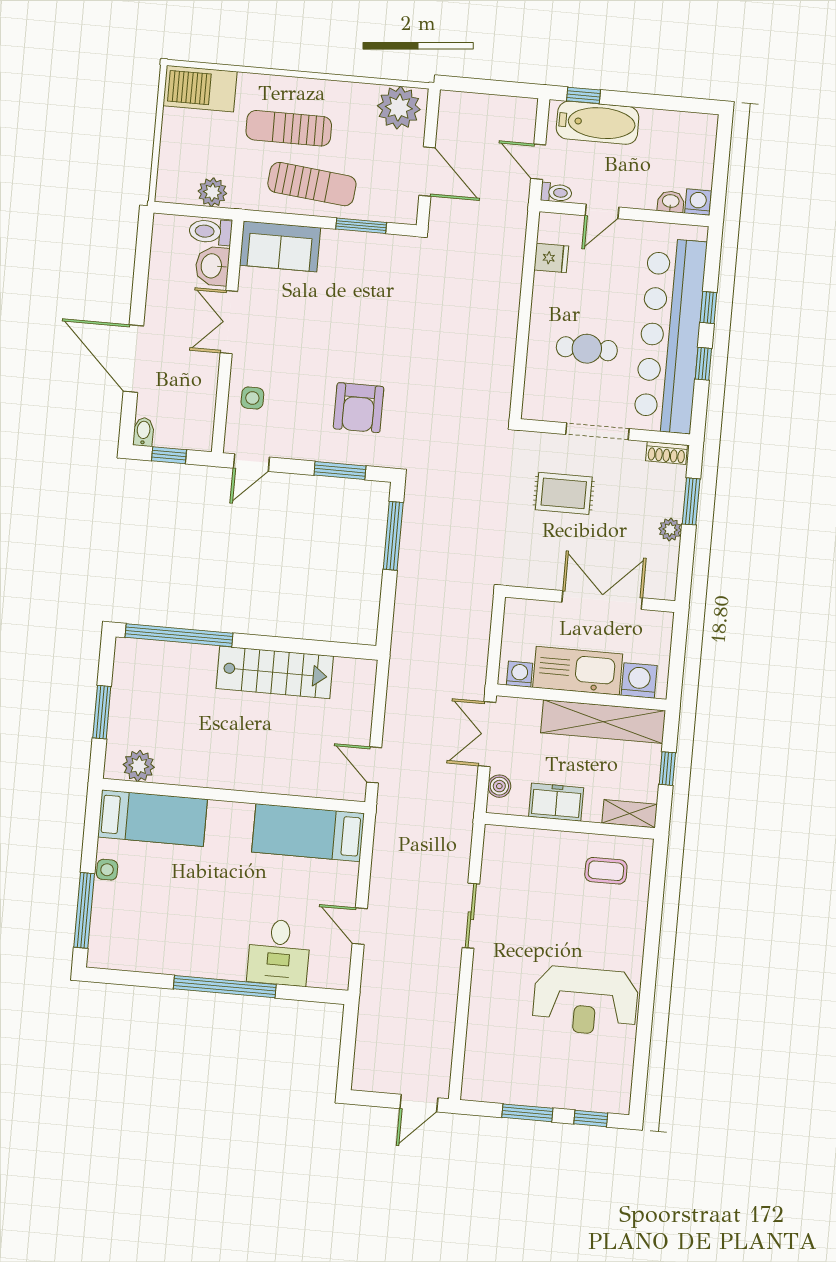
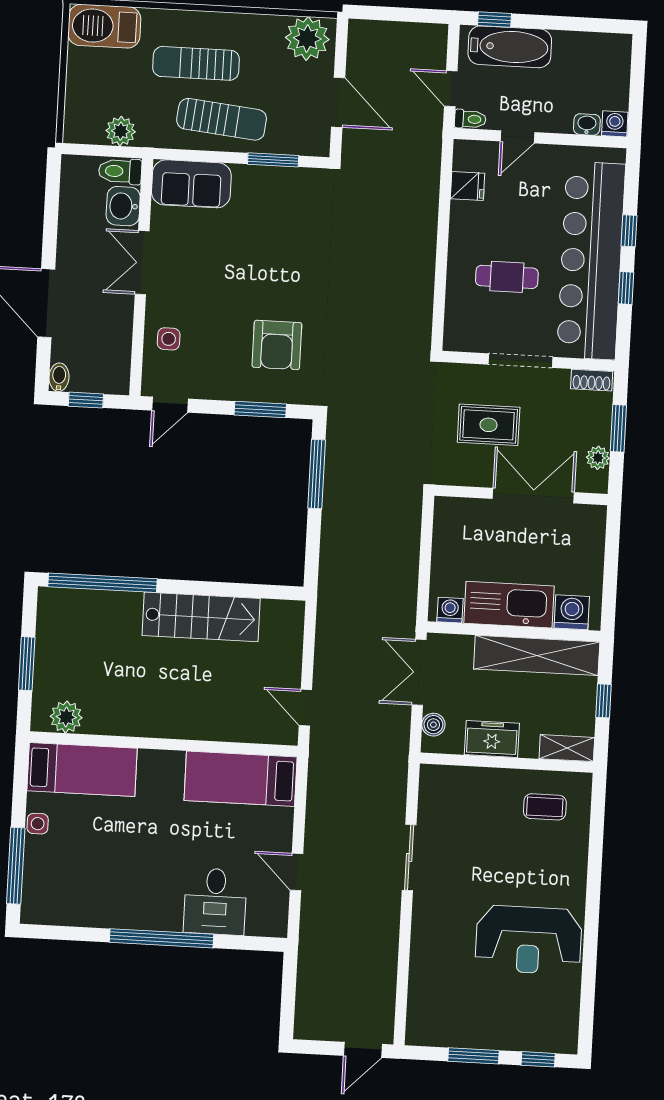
wall: (590, 599) -> (521, 495), moved
double door: (602, 600) -> (533, 496), moved

